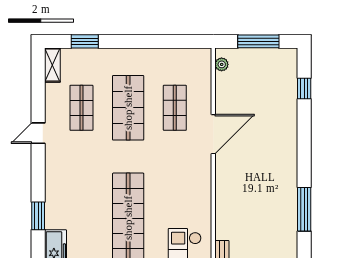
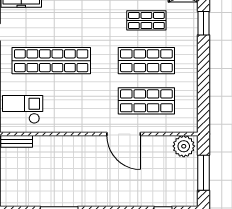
plant: (222, 64) -> (184, 146), width x1.87, depth x1.87
shop shelf: (175, 108) -> (146, 101), width x1.43, depth x1.36

